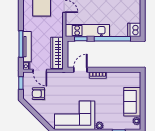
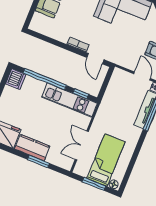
wardrobe: (57, 53) -> (114, 89), removed
door: (80, 70) -> (95, 59), hinge flipped

